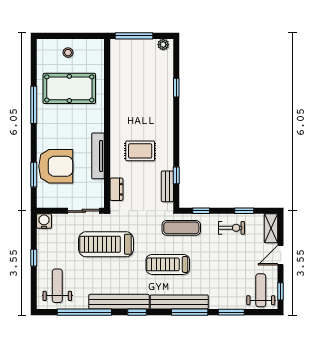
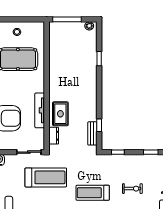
rug: (140, 151) -> (60, 114), moved, turned 90
exercise mat: (181, 228) -> (103, 165), removed
exercise bike: (231, 228) -> (132, 189), moved
treadmill: (106, 244) -> (46, 177), turned 180

